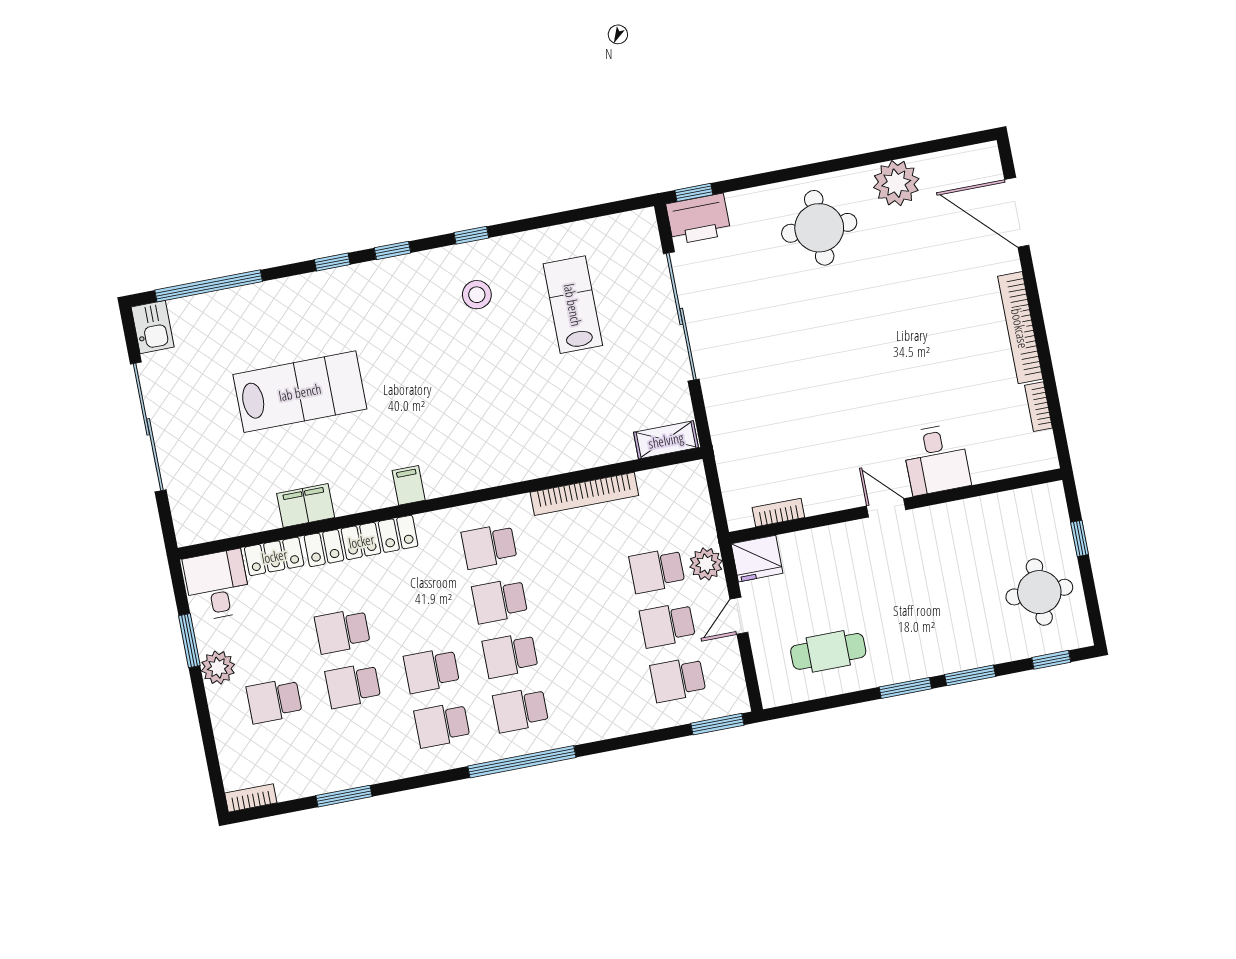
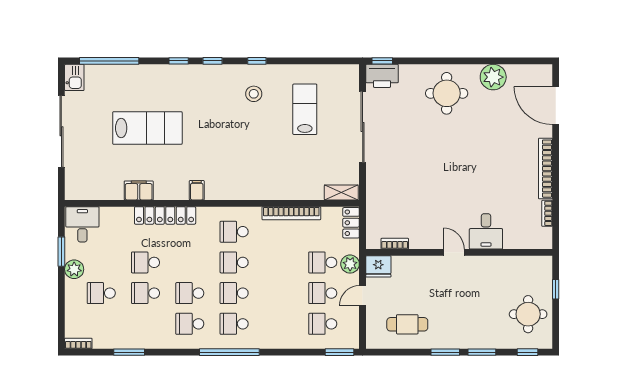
locker: (274, 556) -> (351, 223), moved, turned 90

